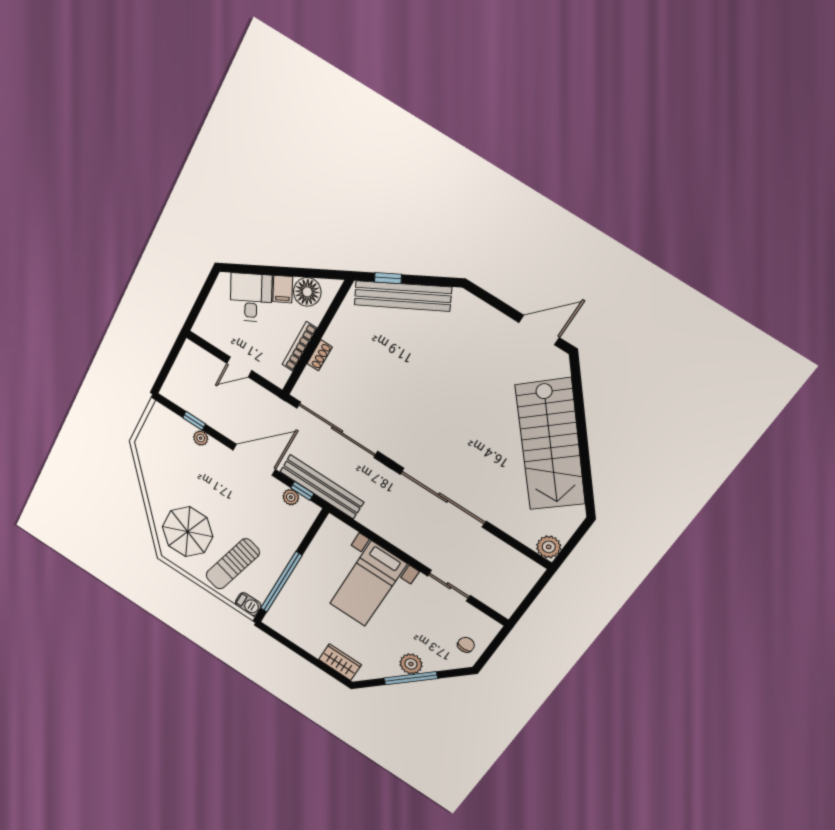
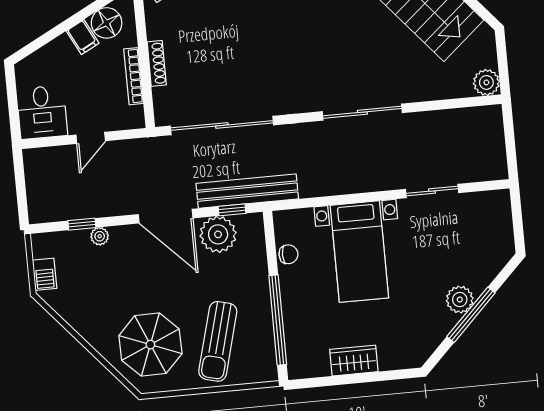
desk: (251, 297) -> (42, 112), moved, turned -153
shoe rack: (320, 355) -> (157, 63), width x1.43
door: (254, 460) -> (166, 216), swing flipped
plant: (291, 497) -> (218, 234), width x1.88, depth x1.88
sliding door: (443, 498) -> (362, 112), width x0.73
barbecue: (248, 604) -> (45, 274), moved, turned 90
chair: (466, 645) -> (288, 254), moved, turned 90
wardrobe: (340, 662) -> (354, 361), moved

